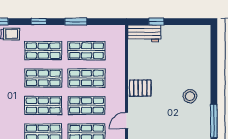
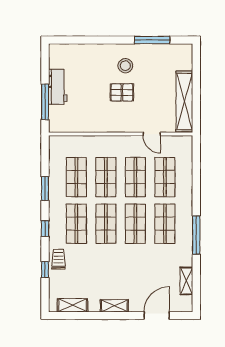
window: (156, 22) -> (45, 102), width x2.17
workbench: (144, 33) -> (58, 87), moved
pallet: (140, 88) -> (122, 92), moved, turned 90

